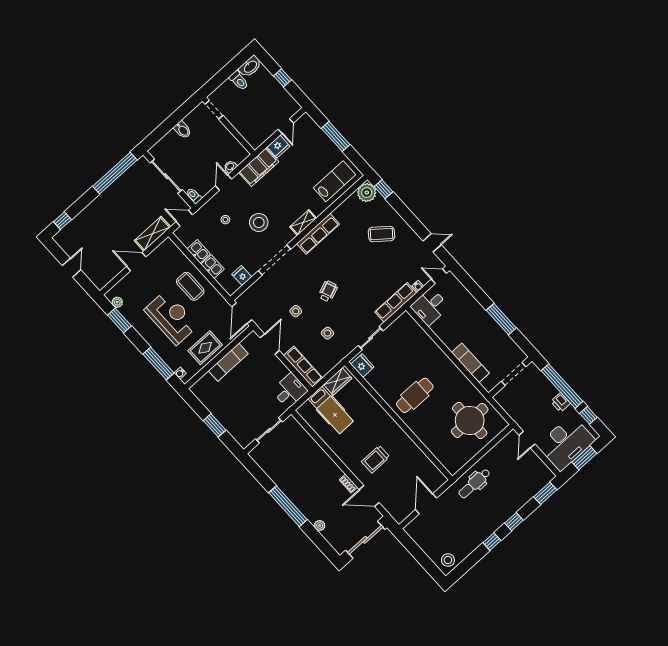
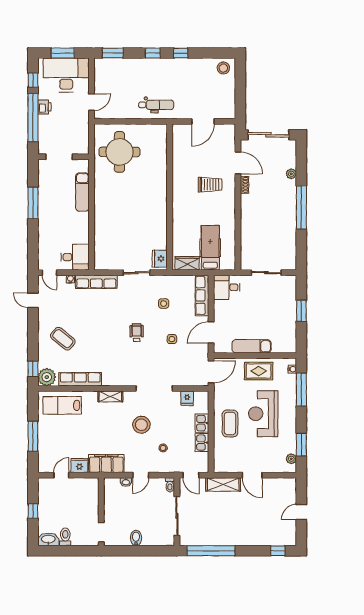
row of seats: (318, 234) -> (80, 379), moved
wheelchair: (328, 291) -> (137, 333), turned 112
cafe table: (415, 395) -> (142, 204), removed

